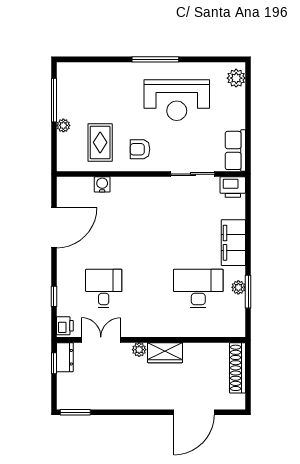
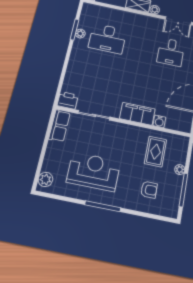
armchair: (140, 149) -> (149, 190), moved
filing cabinet: (233, 243) -> (137, 114), moved, turned -90

